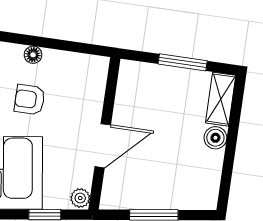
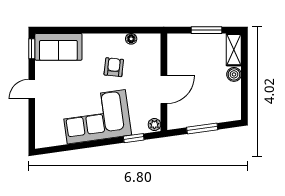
floor lamp: (33, 55) -> (131, 39), moved
armchair: (30, 100) -> (114, 67), turned 96

